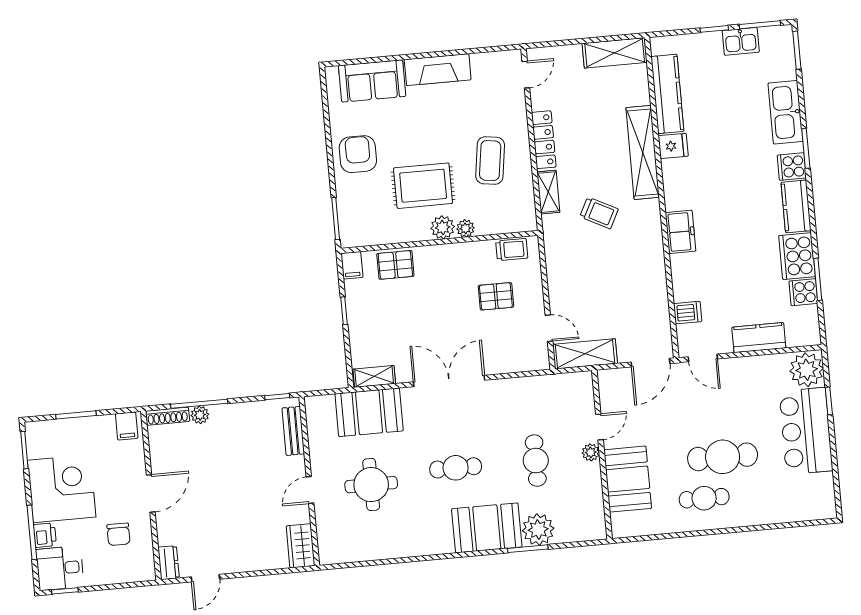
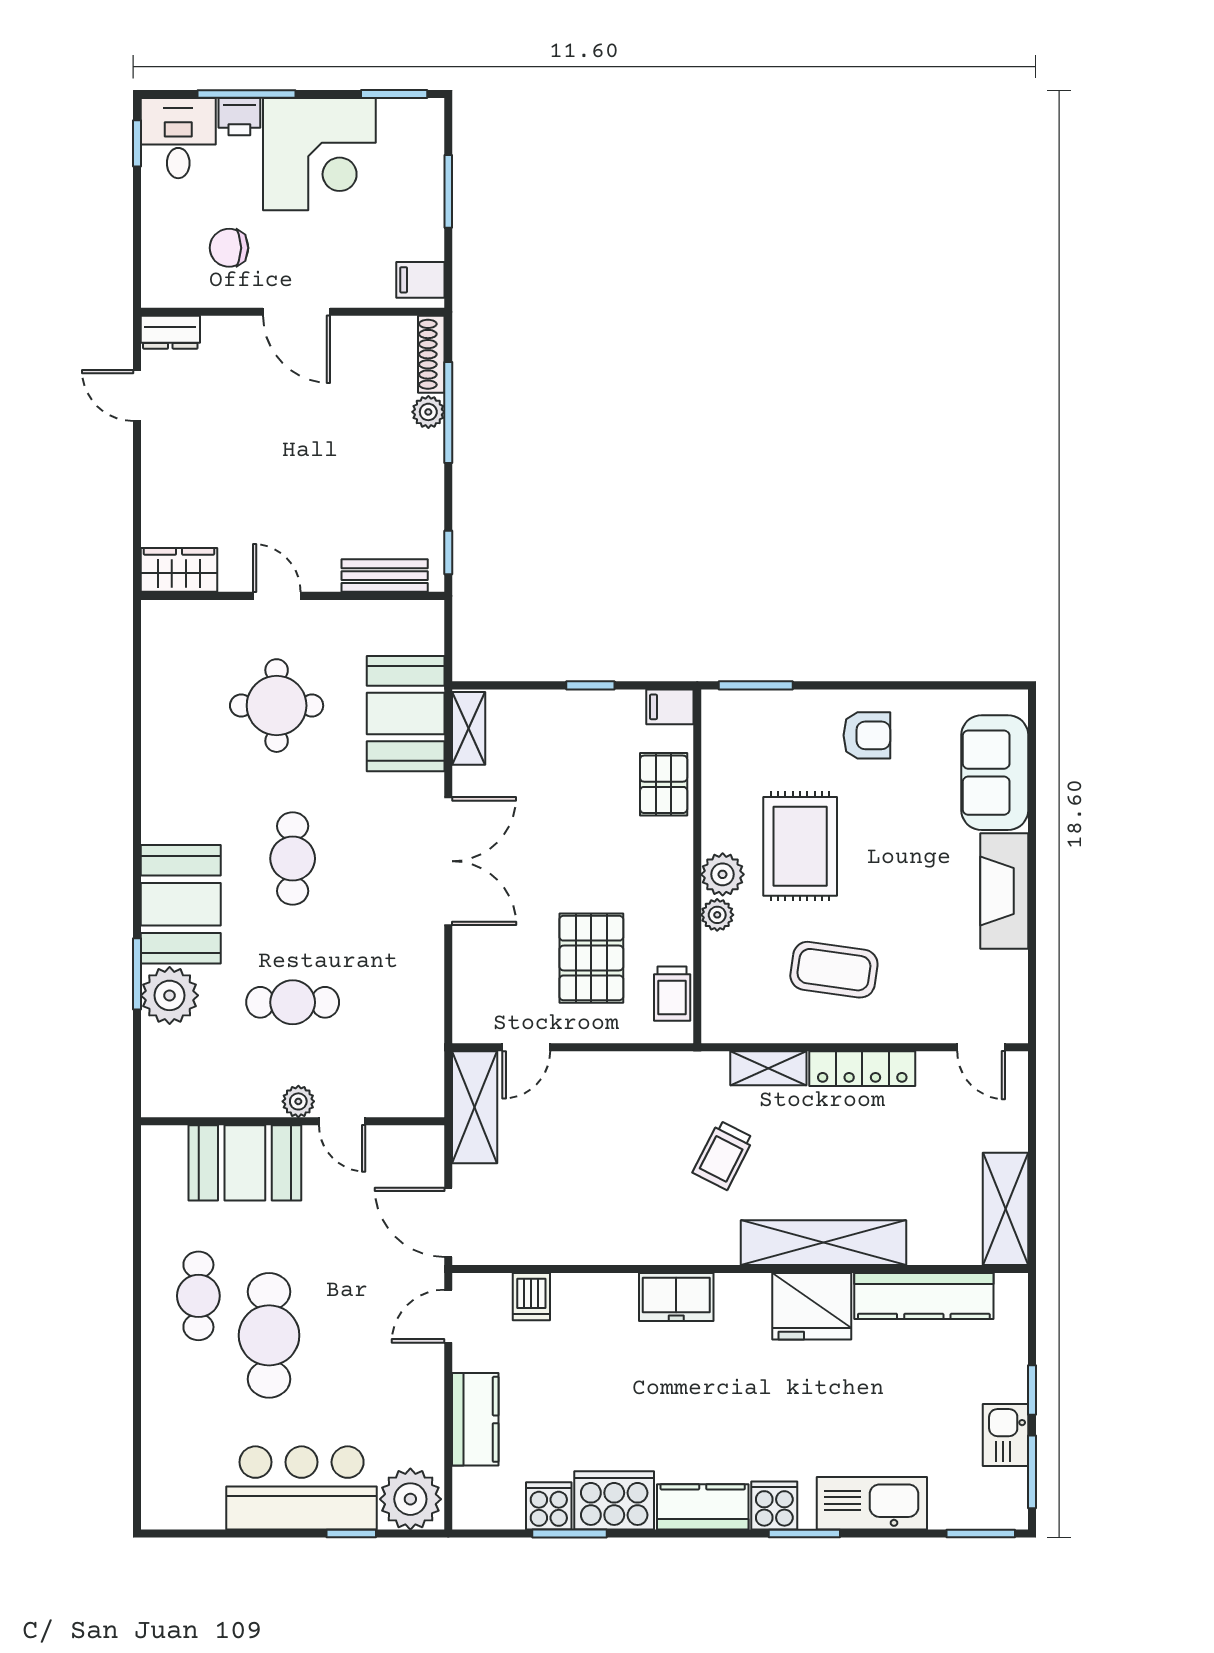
fridge: (673, 146) -> (812, 1306), width x1.88, depth x1.34
armchair: (358, 154) -> (867, 735), width x0.72, depth x0.72
pallet: (496, 296) -> (591, 958), width x1.50, depth x1.42

